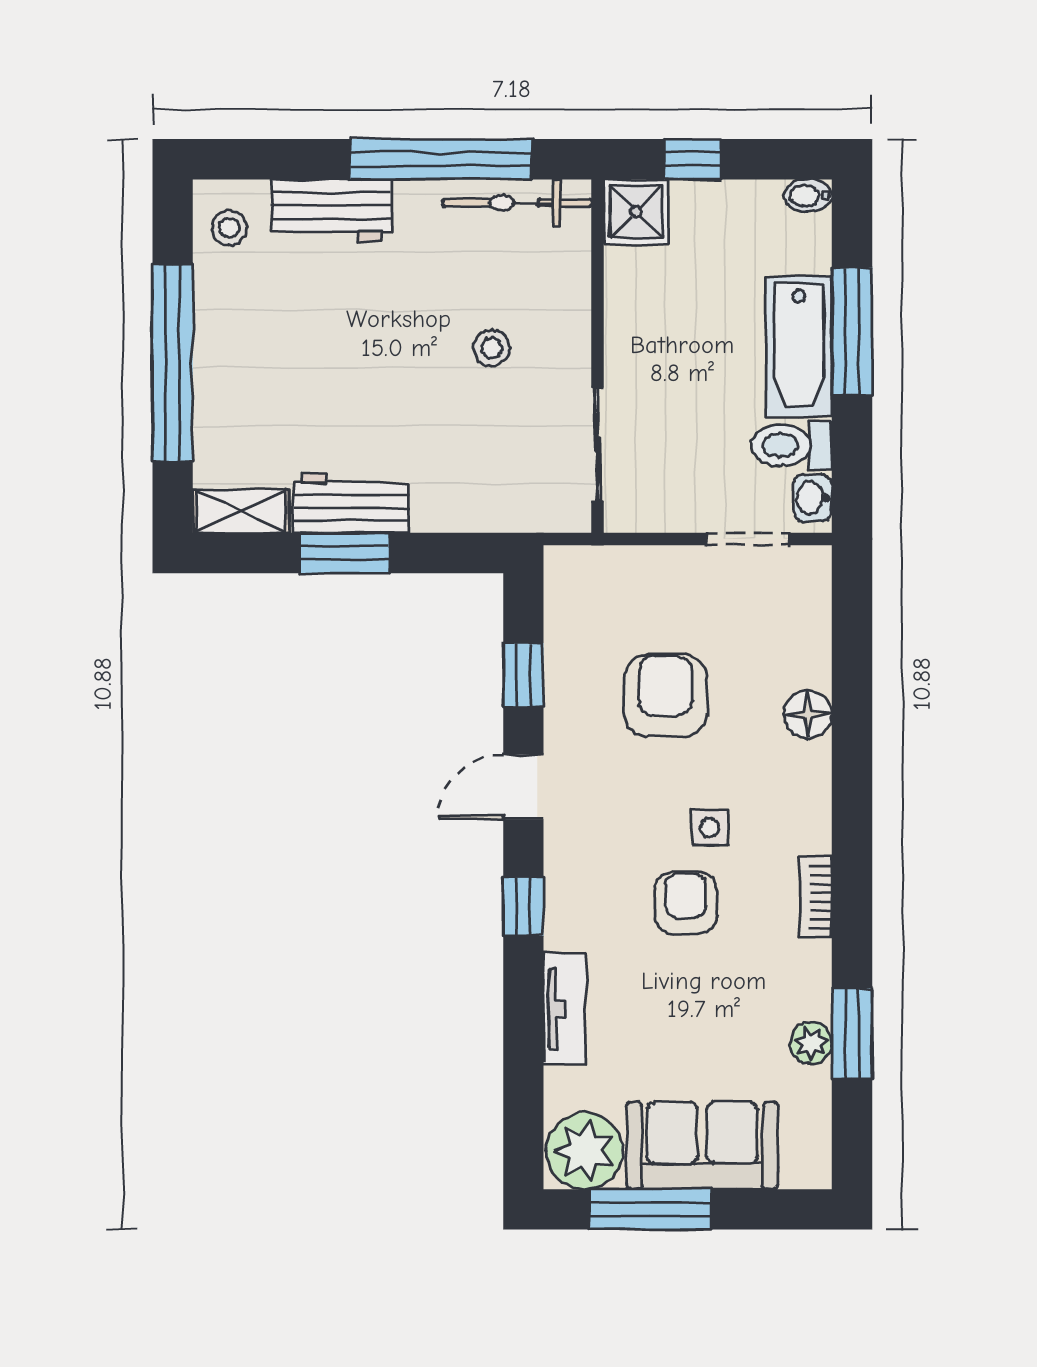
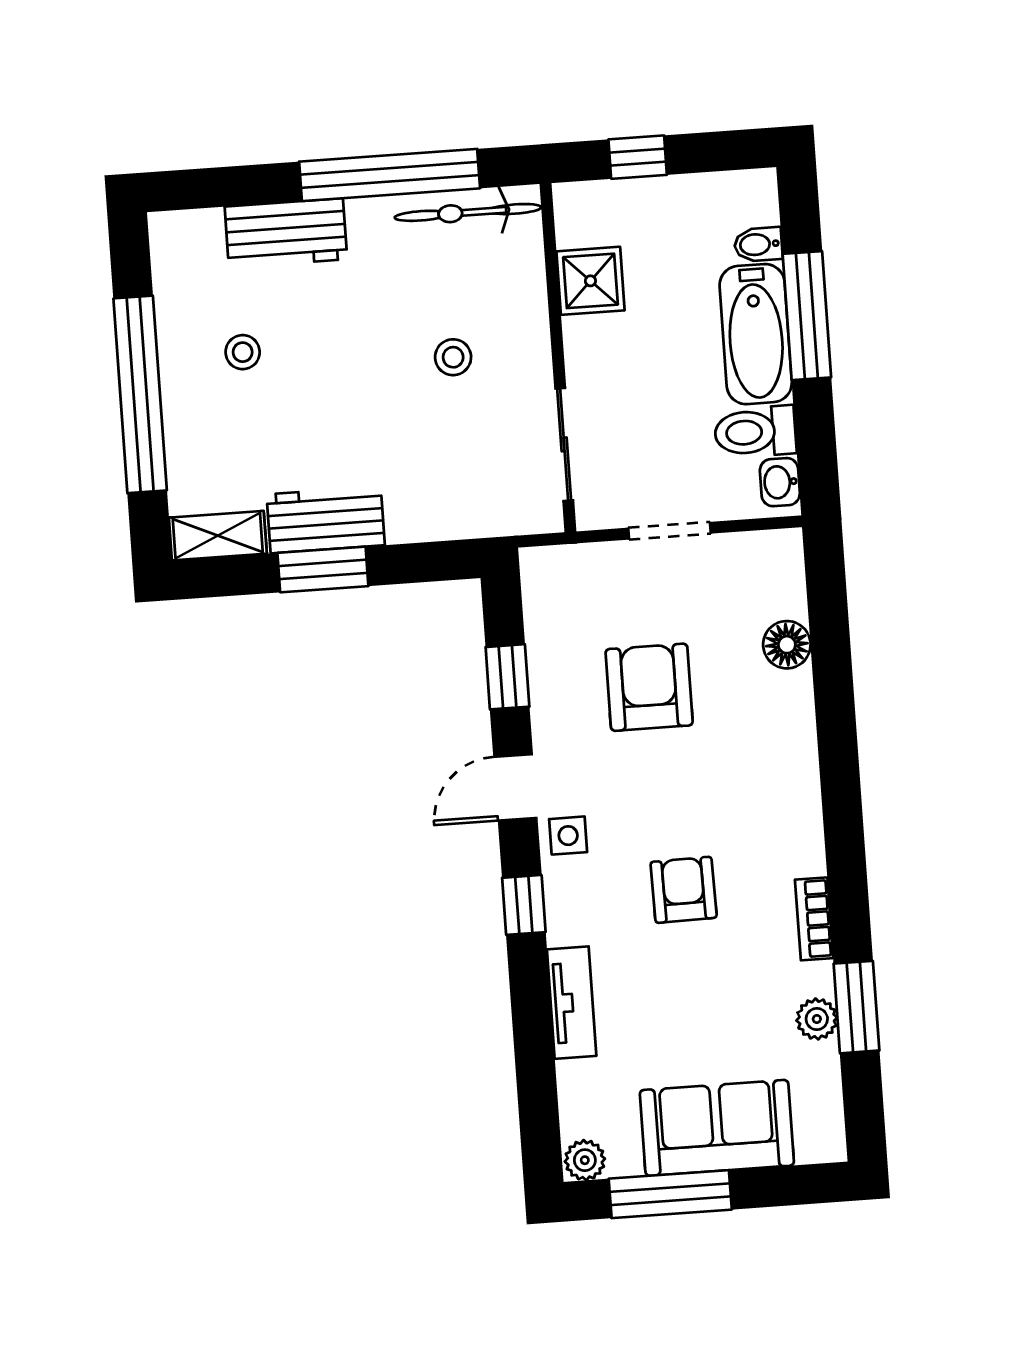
bidet: (808, 196) -> (758, 244), moved
shower: (636, 212) -> (590, 281), moved
stool: (229, 228) -> (243, 352), moved
doorway: (748, 539) -> (670, 531), moved
floor lamp: (808, 714) -> (787, 645), moved
side table: (710, 828) -> (568, 836), moved
bookcase: (816, 897) -> (814, 919), moved
plant: (584, 1151) -> (585, 1160), width x0.53, depth x0.53

